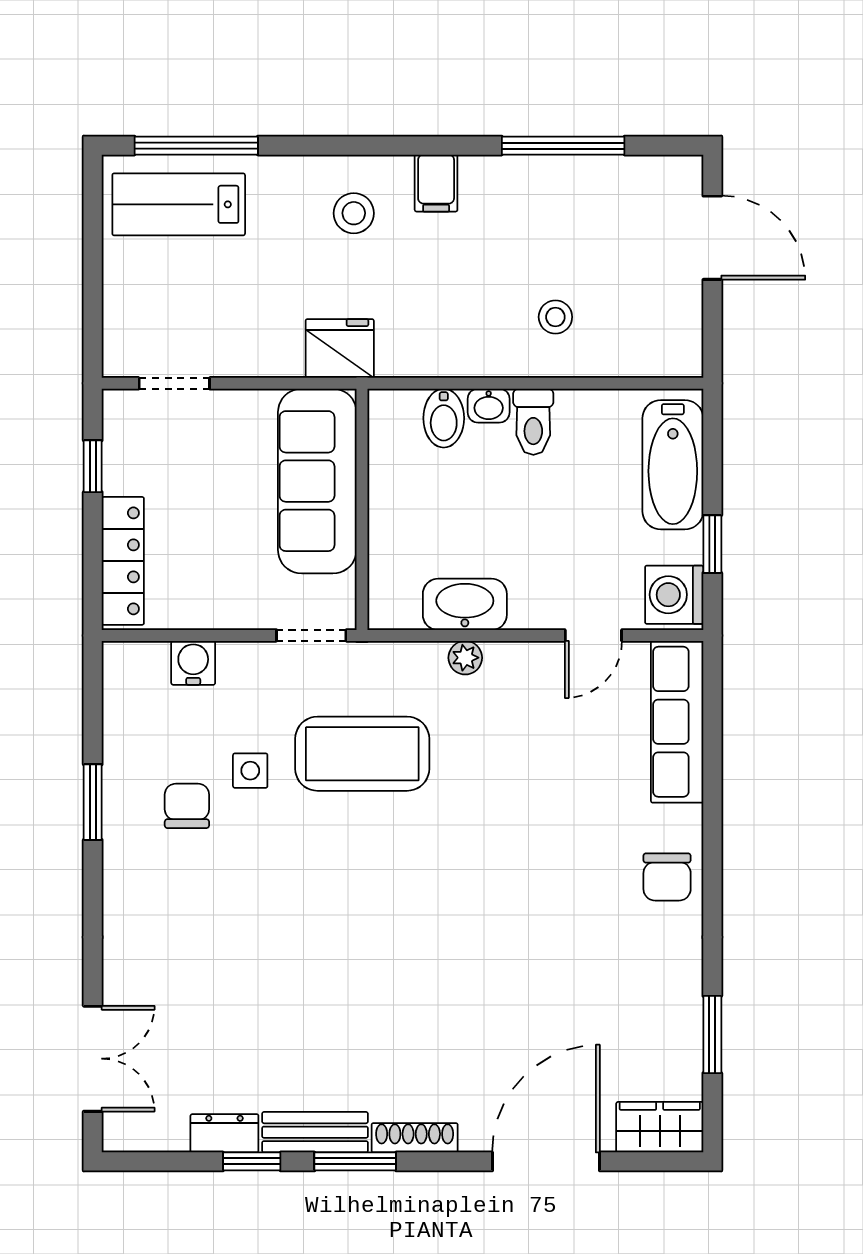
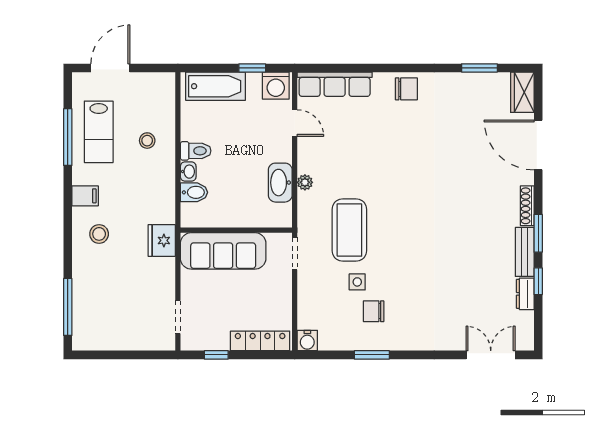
lab bench: (179, 204) -> (99, 132), moved
water cooler: (193, 663) -> (307, 341), moved, turned -90

